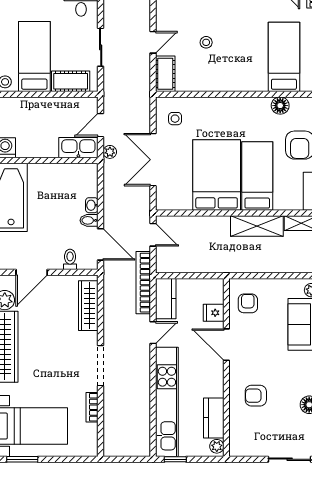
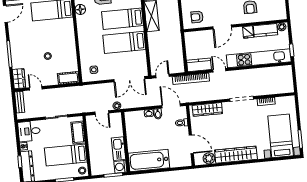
door: (153, 42) -> (36, 88), moved
kitchen sink: (78, 148) -> (119, 149), moved
double door: (153, 160) -> (129, 79), moved
bed: (217, 175) -> (124, 42), width x0.67
door: (101, 244) -> (171, 106), hinge flipped
fridge: (214, 313) -> (248, 32), moved

